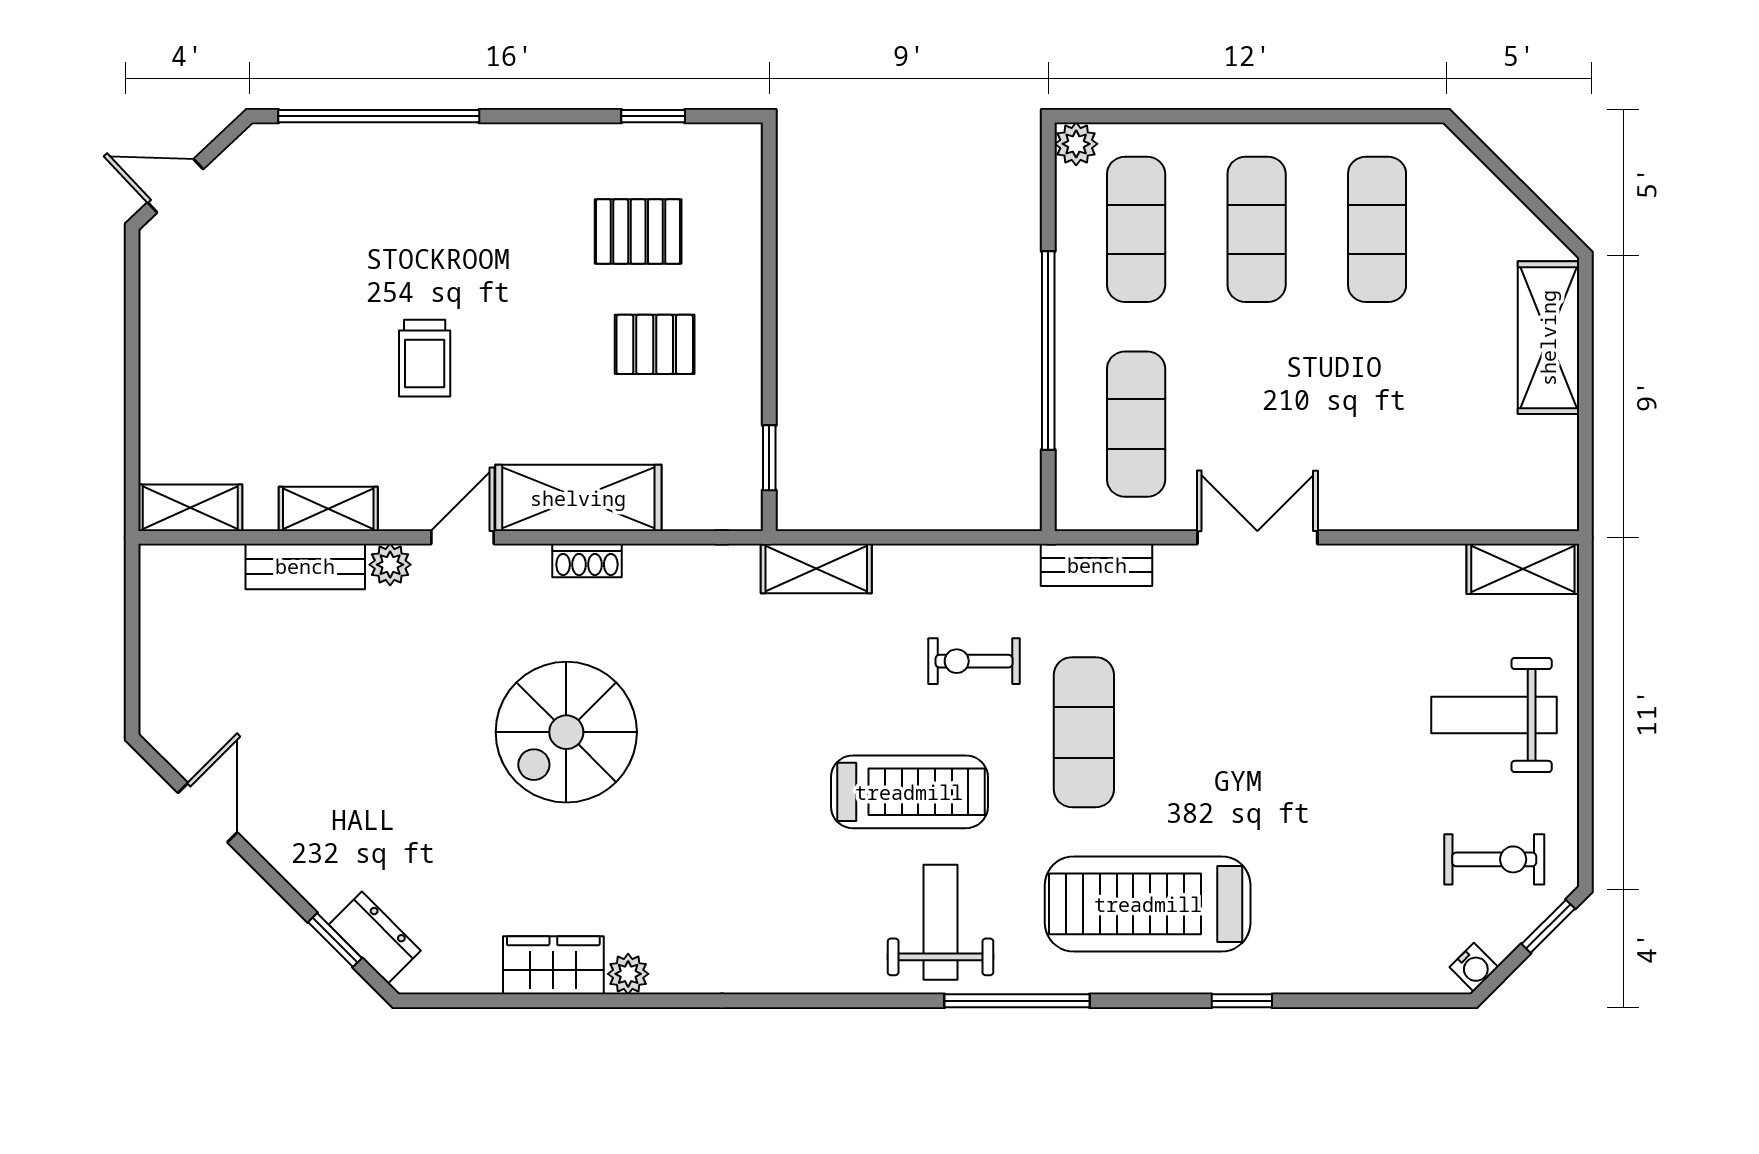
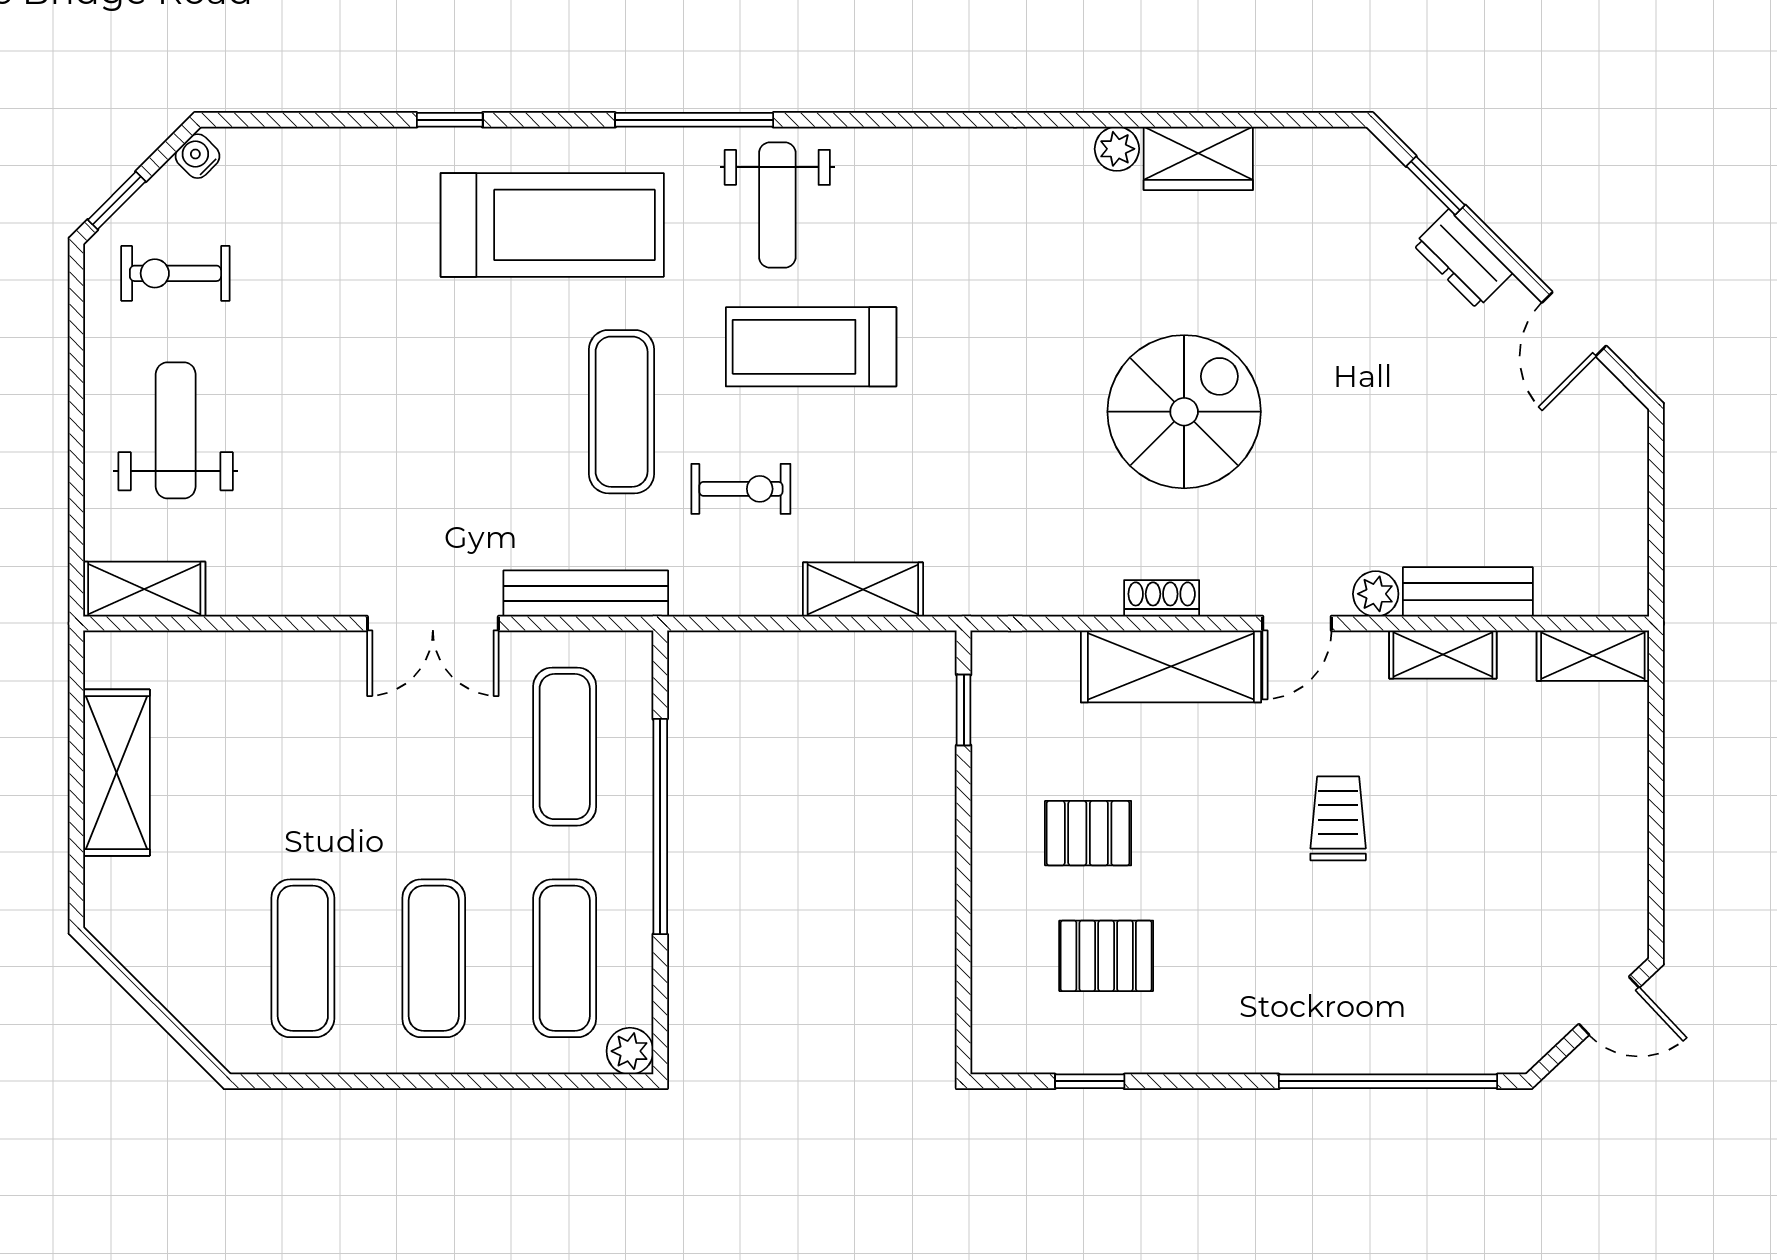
shelving: (1548, 338) -> (117, 773), moved
bench: (1097, 565) -> (586, 594), width x1.36
shelving: (816, 569) -> (863, 590), moved
weight bench: (1494, 715) -> (176, 430), turned -90
dresser: (375, 938) -> (1463, 259), moved

